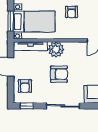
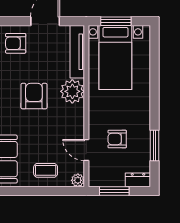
armchair: (71, 12) -> (117, 139), moved
armchair: (59, 74) -> (34, 96), turned 180

